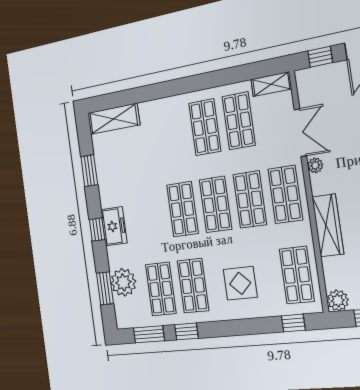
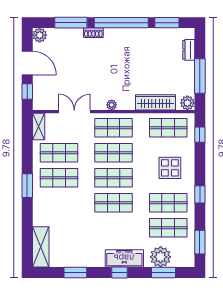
window: (188, 85) -> (27, 186), added
plant: (315, 165) -> (112, 105), moved
wardrobe: (328, 225) -> (156, 102), moved
freezer: (114, 226) -> (124, 258), width x1.40
window: (186, 331) -> (200, 194), moved

